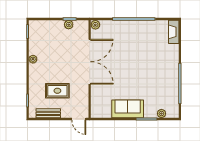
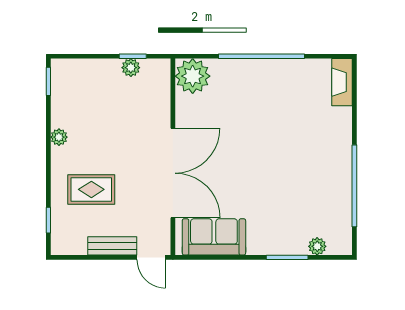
plant: (95, 25) -> (193, 76), width x1.87, depth x1.87
double door: (90, 62) -> (173, 173), moved
rug: (57, 91) -> (91, 189), moved
sofa: (128, 109) -> (214, 237), moved
bench: (48, 113) -> (112, 246), moved

